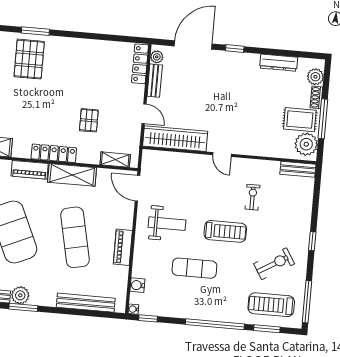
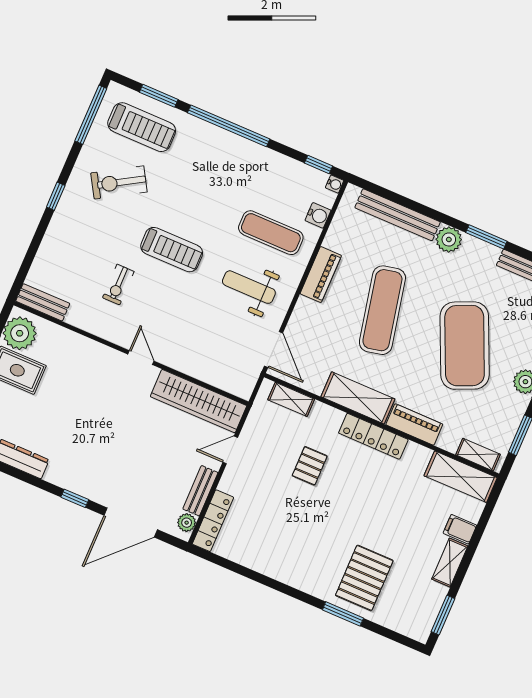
door: (144, 114) -> (230, 450), hinge flipped
treadmill: (225, 231) -> (172, 250), turned 180
exercise mat: (194, 268) -> (271, 233), moved
plant: (20, 295) -> (449, 239), moved

